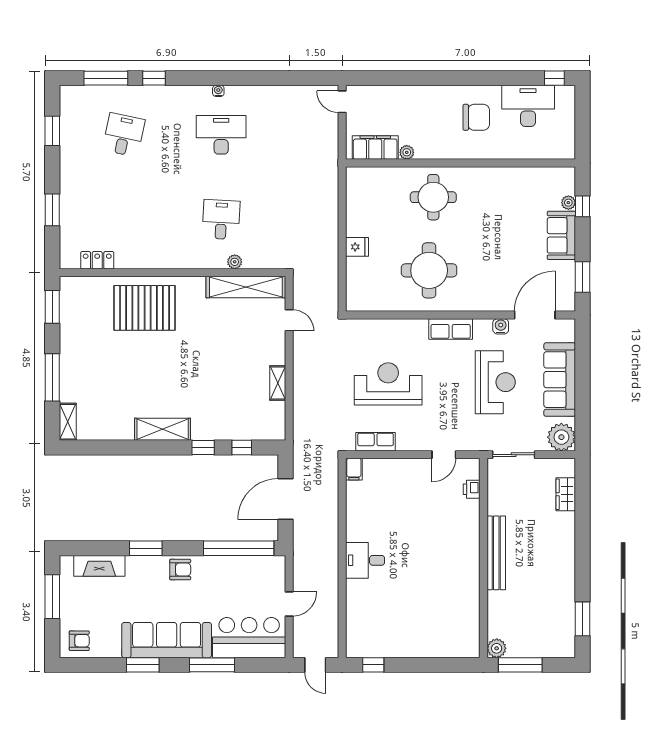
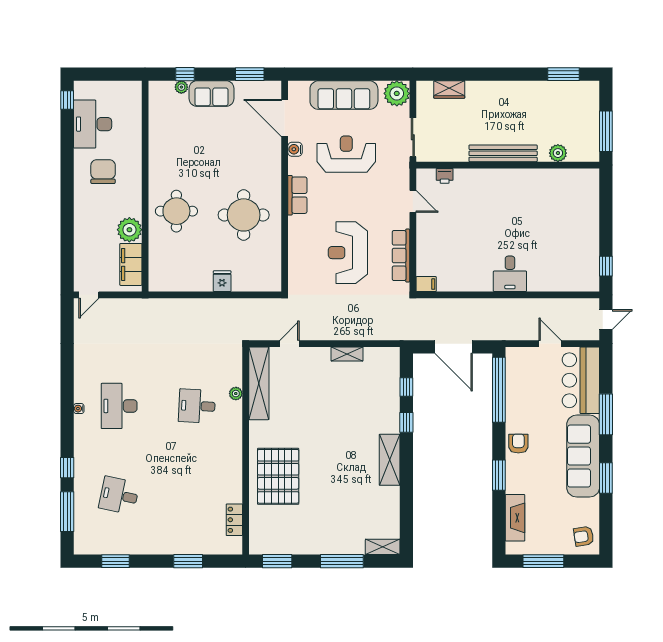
plant: (407, 152) -> (129, 230), width x1.88, depth x1.88
row of seats: (376, 442) -> (401, 256), width x1.48
armchair: (79, 641) -> (584, 536), turned -99
plant: (497, 648) -> (558, 153), moved

